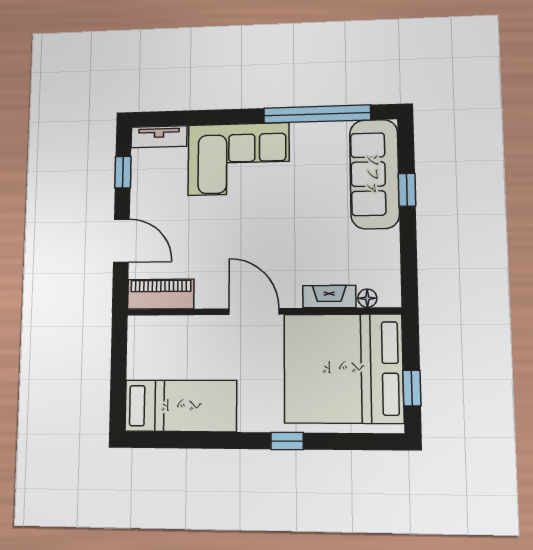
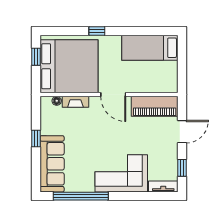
window: (407, 190) -> (36, 138), moved
door: (121, 241) -> (182, 132), swing flipped
piano: (161, 294) -> (155, 106), width x1.37, depth x1.33

